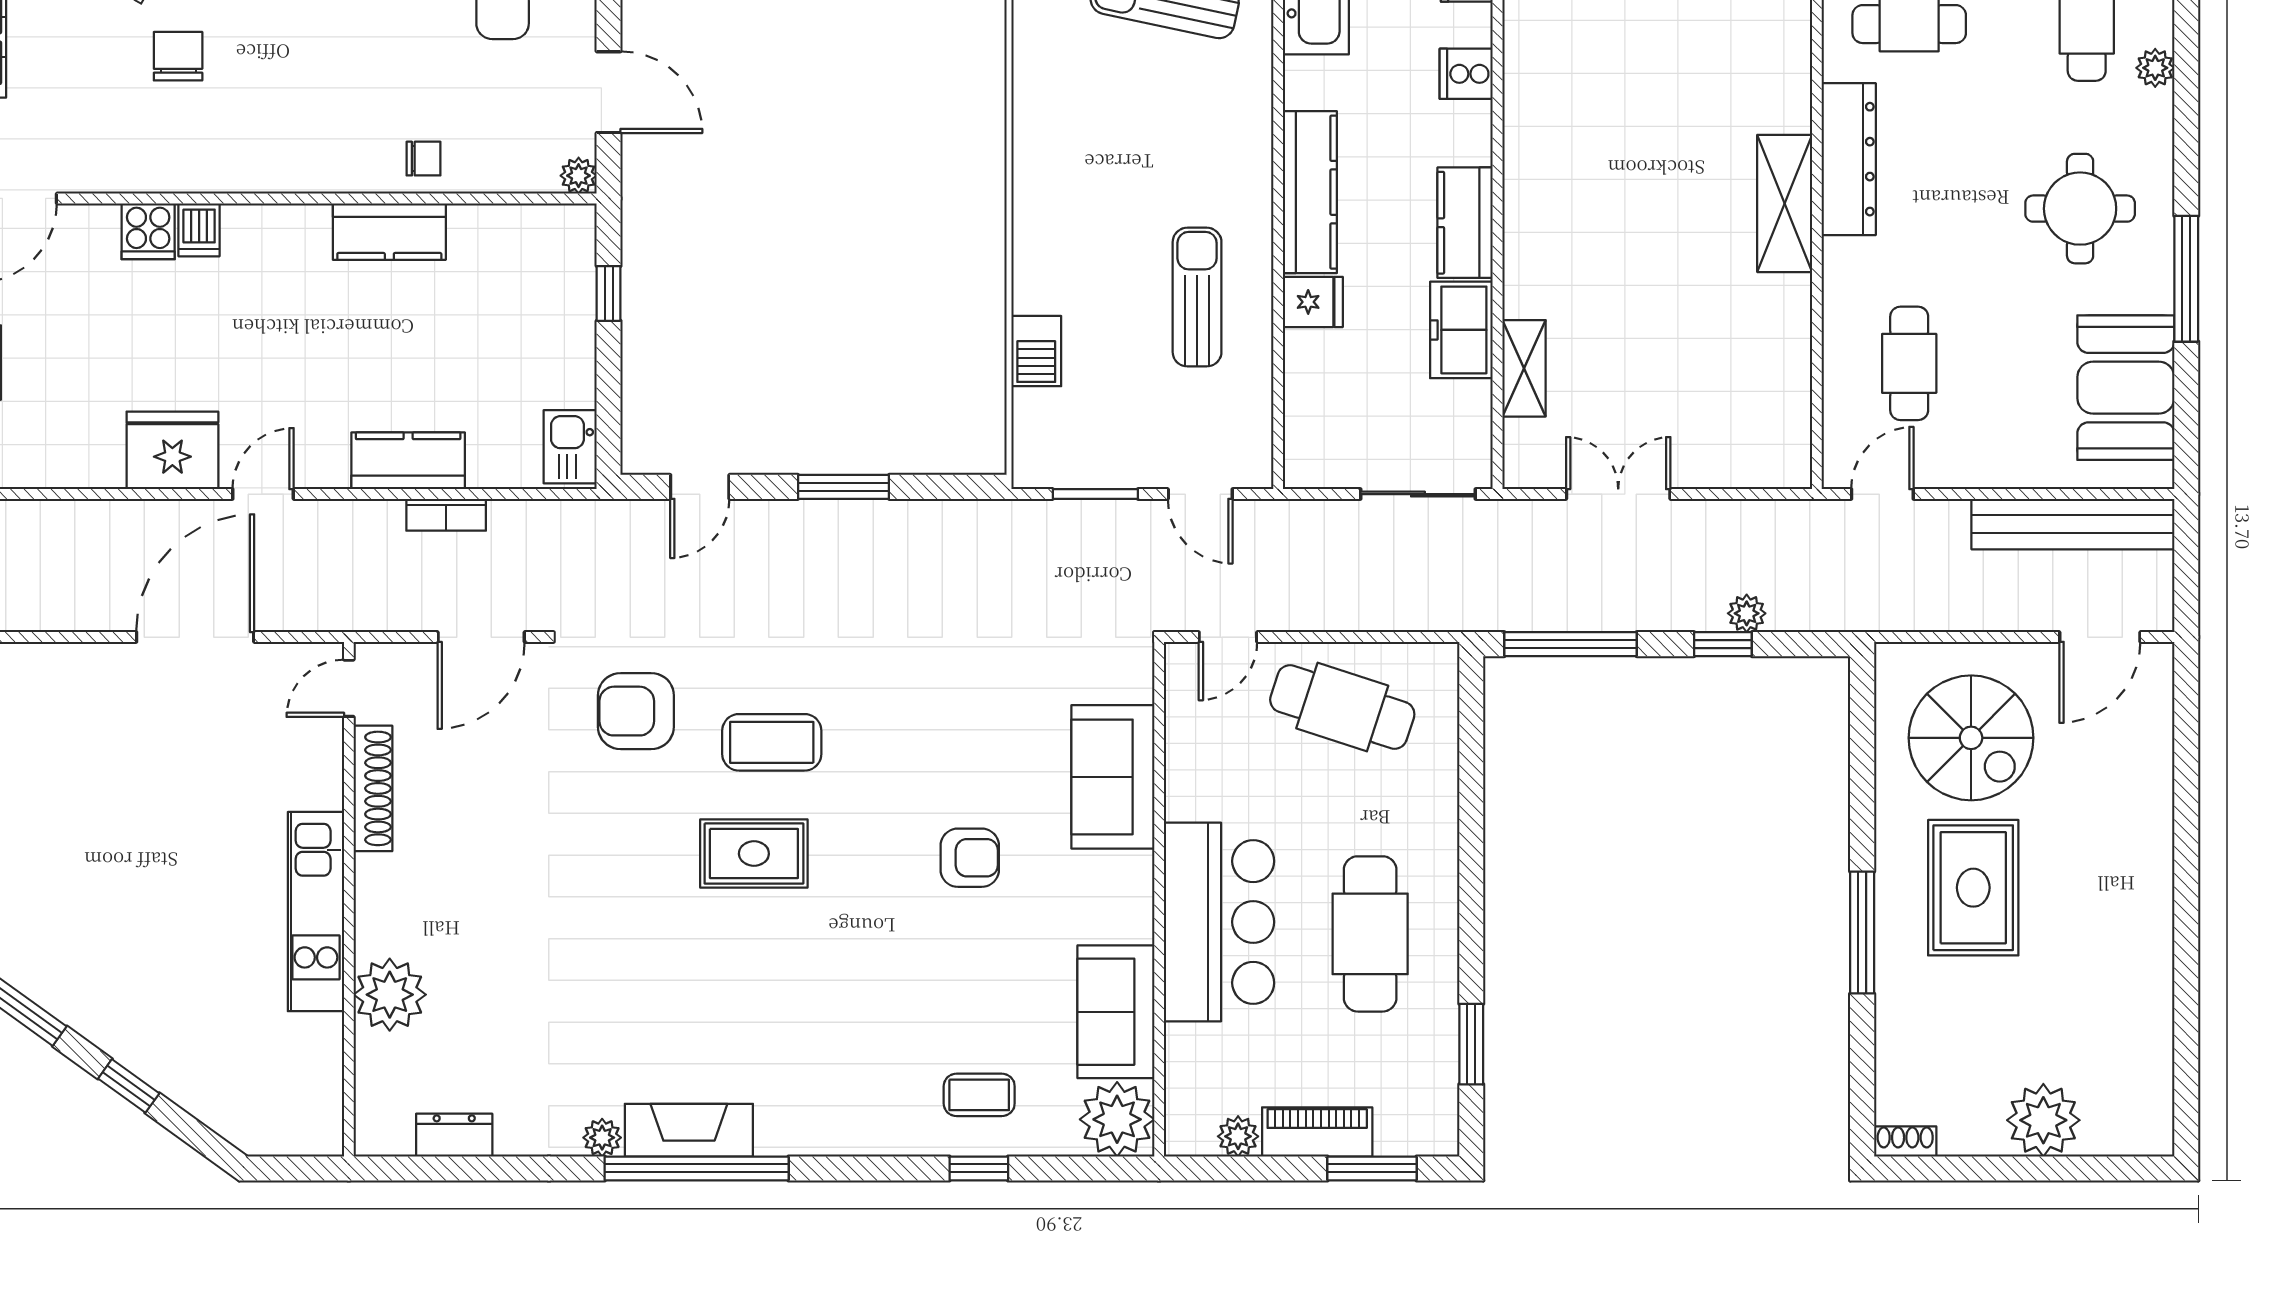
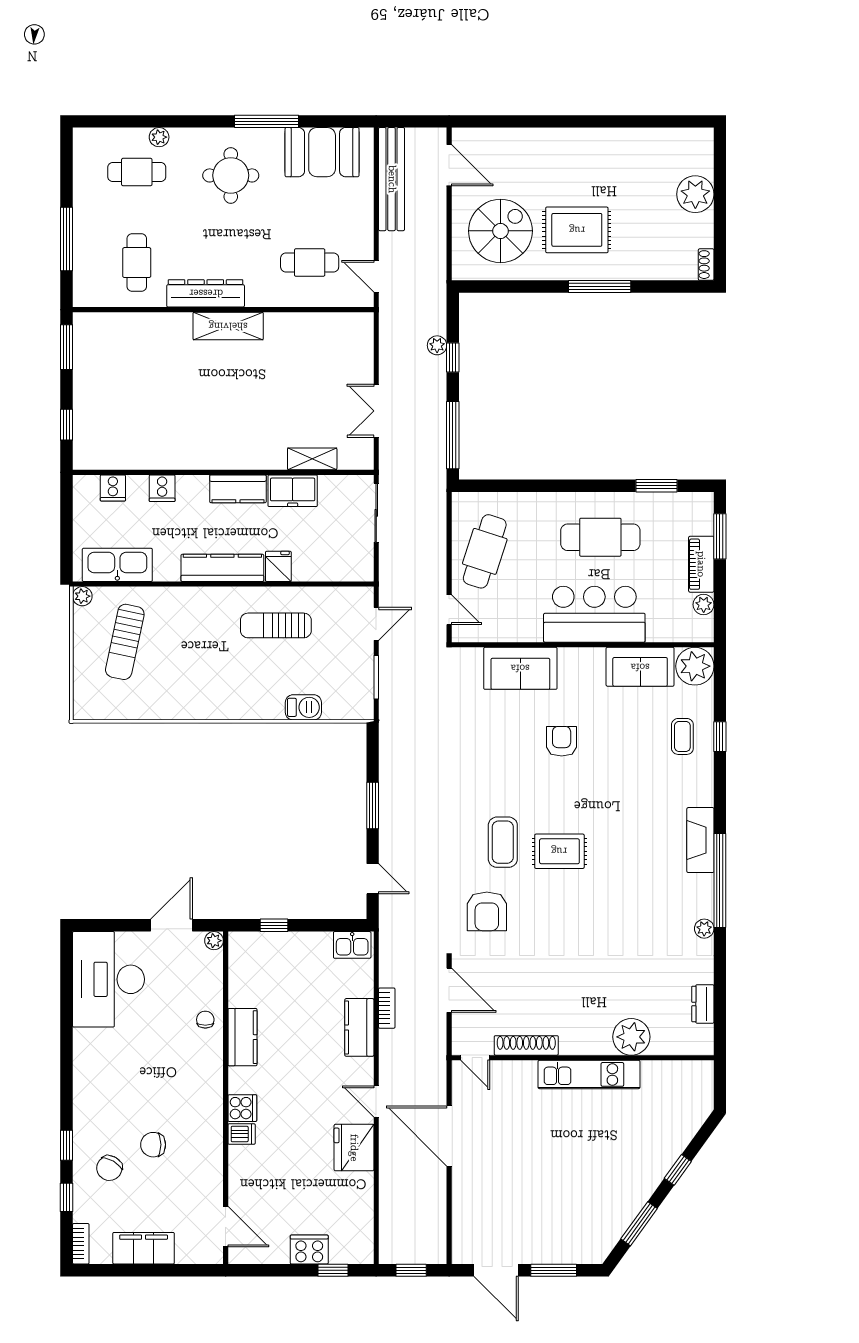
cooker: (148, 231) -> (242, 1108), moved
rug: (754, 854) -> (559, 851), turned 90
fireplace: (689, 1130) -> (700, 840), moved

